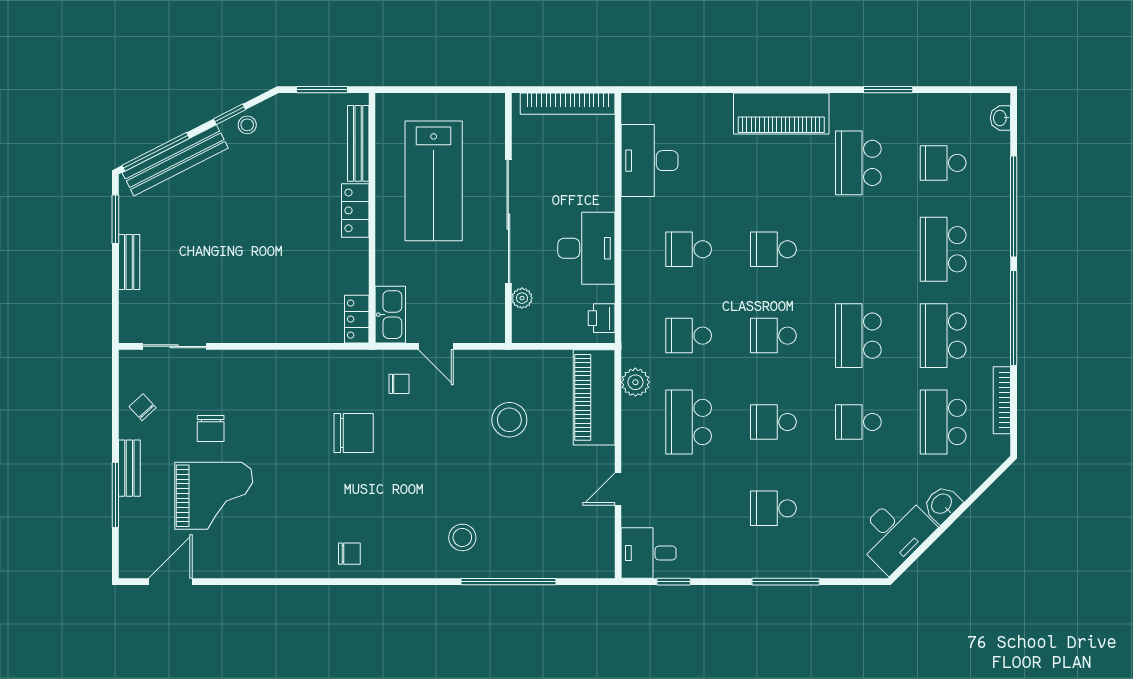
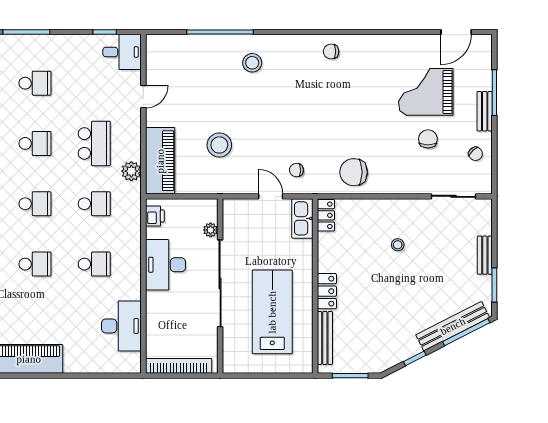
stool: (247, 125) -> (398, 245), moved
chair: (354, 433) -> (354, 172), moved

